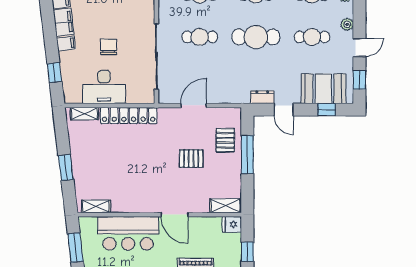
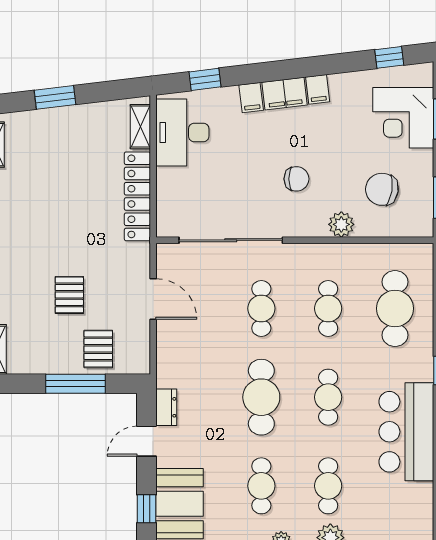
chair: (109, 47) -> (296, 179), moved
desk: (104, 87) -> (182, 132), moved
pallet: (225, 140) -> (98, 349), turned 90

